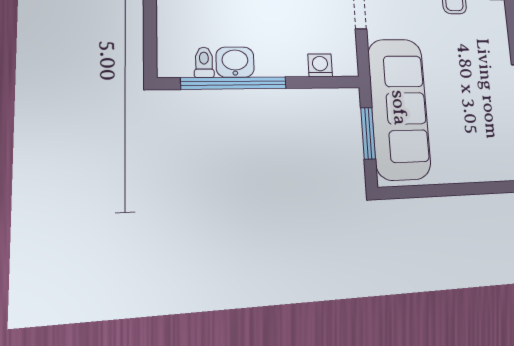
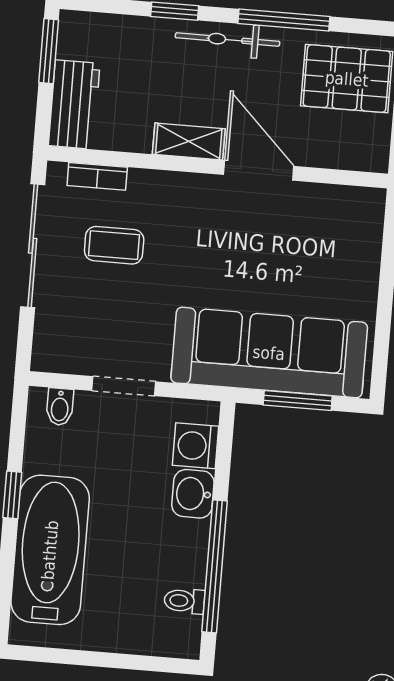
washbasin: (235, 62) -> (193, 494), moved
washing machine: (320, 65) -> (196, 446), width x1.38, depth x1.38

